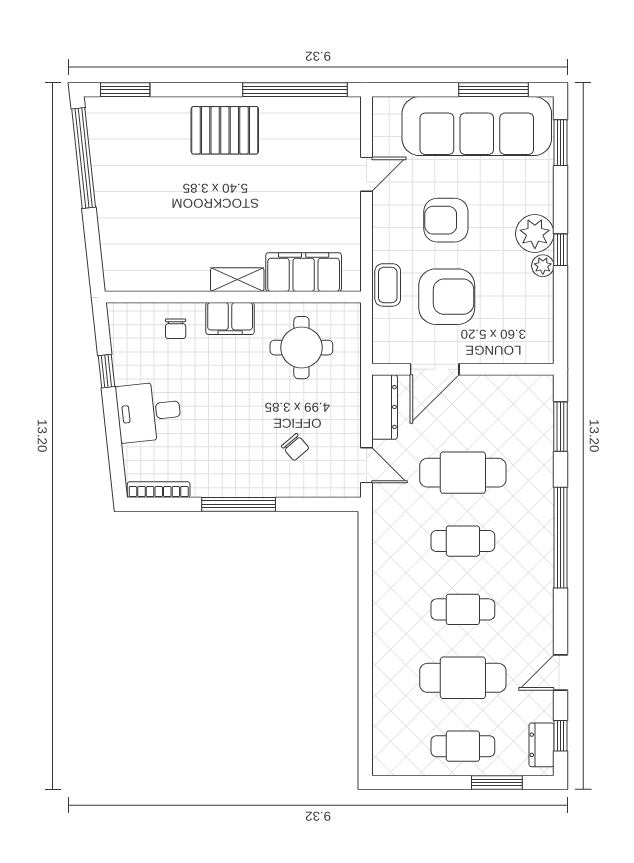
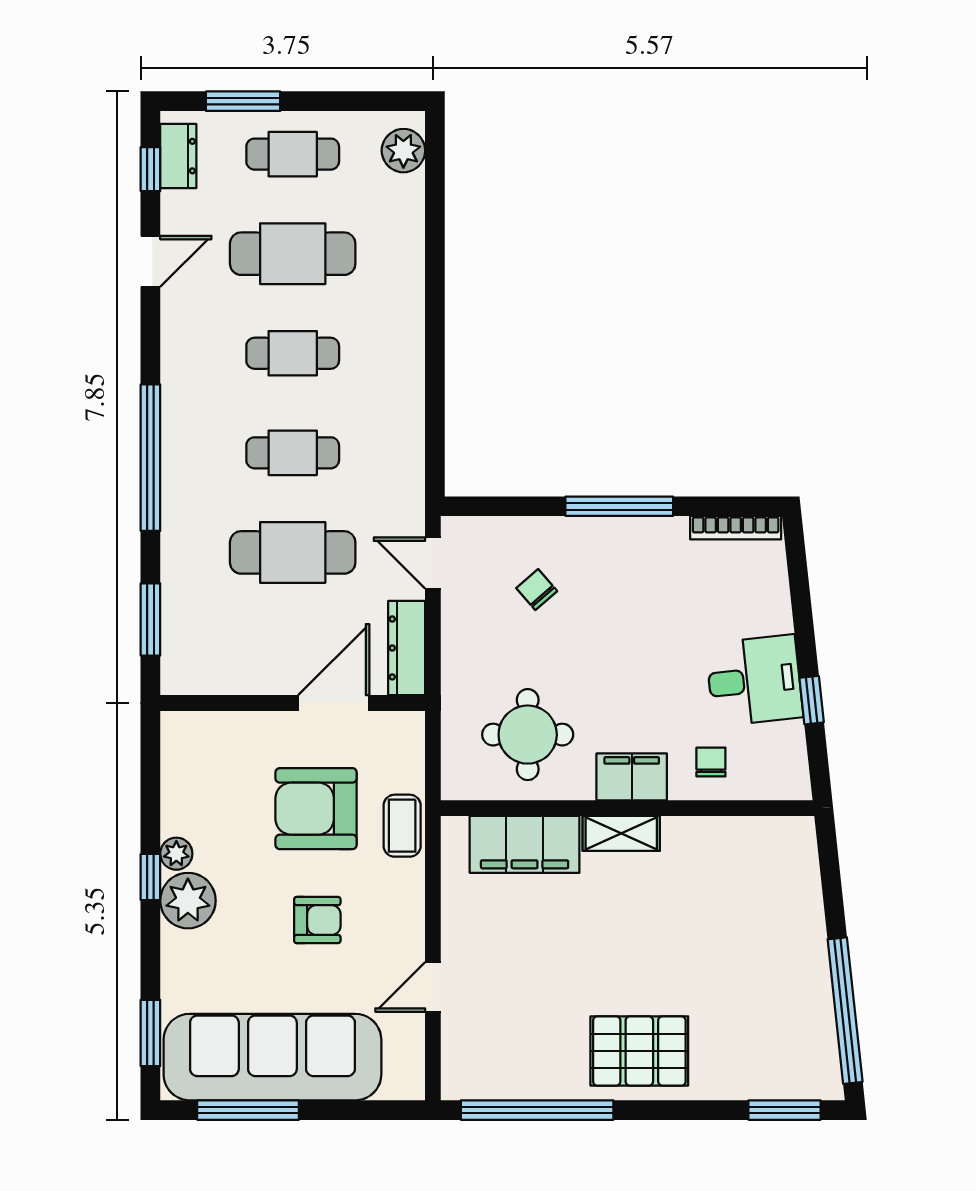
armchair: (446, 220) -> (317, 920), width x0.72, depth x0.72
desk: (149, 412) -> (754, 680), moved
plant: (387, 749) -> (403, 151), added

